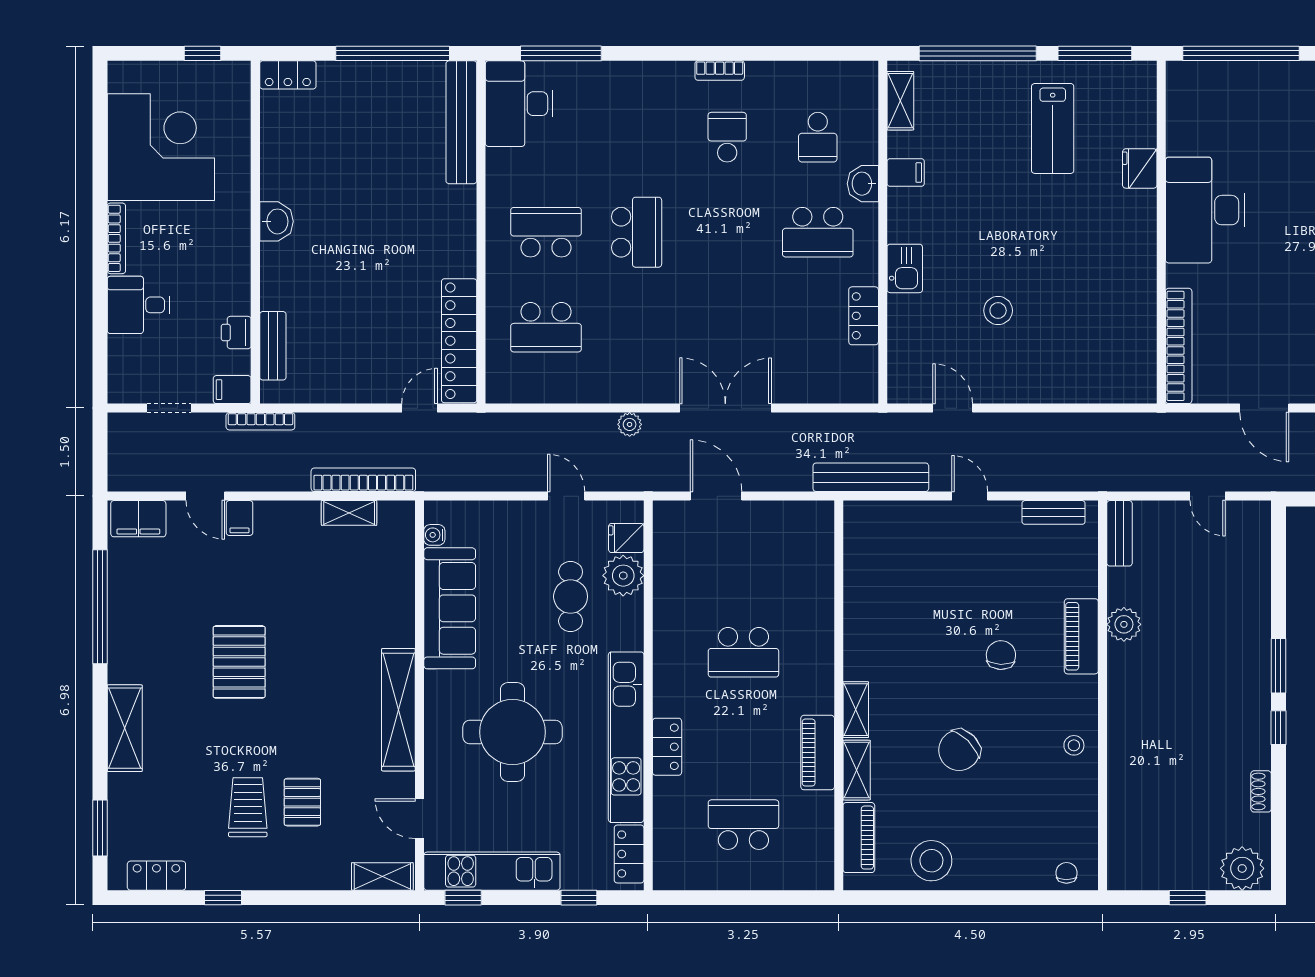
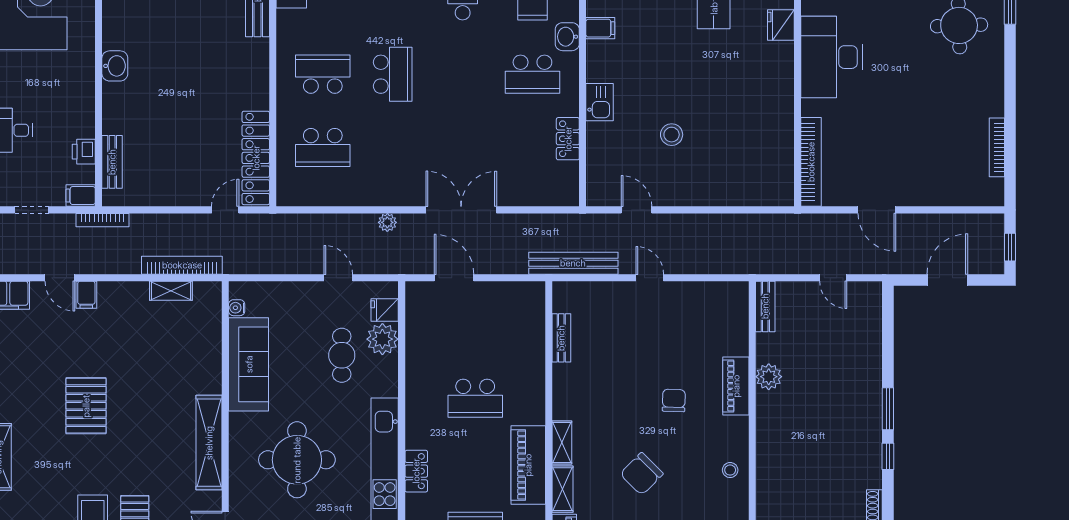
bench: (1054, 512) -> (561, 338), moved, turned 90
piano: (818, 753) -> (528, 465), width x1.37, depth x1.33

